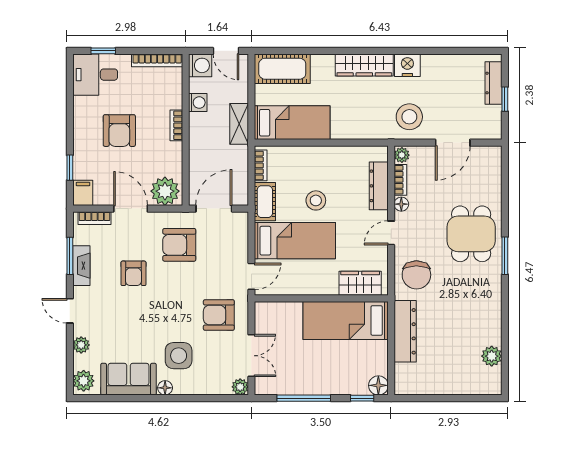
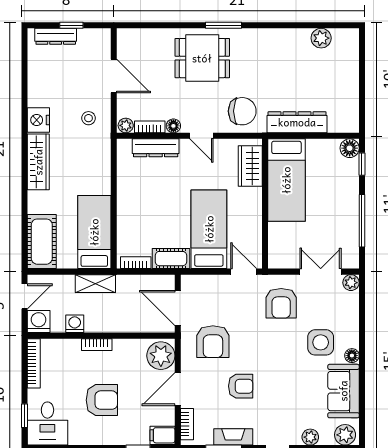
stool: (409, 117) -> (89, 118), width x0.53, depth x0.53
stool: (316, 200) -> (170, 209), removed

